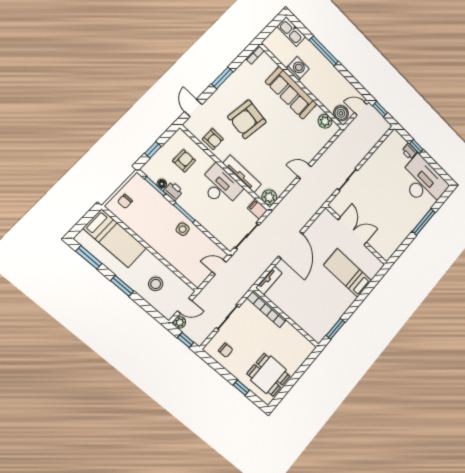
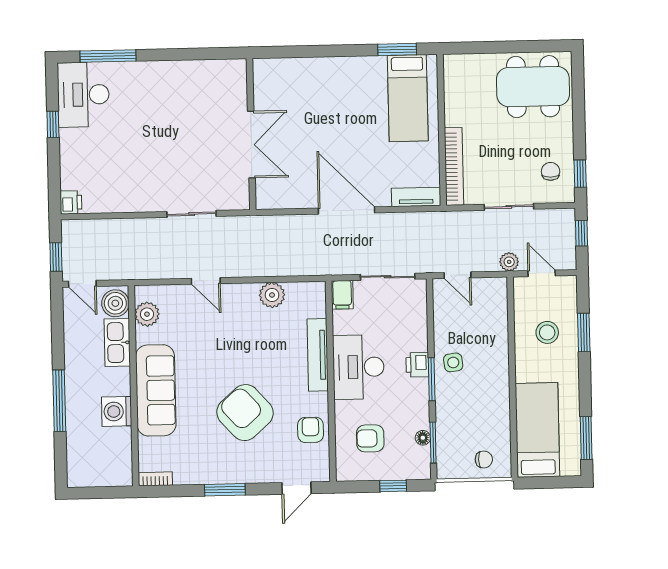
kitchen sink: (291, 32) -> (117, 342), moved, turned 180
armchair: (247, 119) -> (245, 413), turned -140
window: (416, 147) -> (53, 124), moved
printer: (409, 151) -> (71, 202), moved
door: (304, 171) -> (206, 281), moved
desk: (423, 182) -> (83, 95), width x0.73, depth x0.77
printer: (173, 191) -> (417, 365), moved
plant: (269, 197) -> (272, 295), moved
window: (424, 222) -> (108, 56), moved
double door: (352, 231) -> (251, 145), swing flipped
door: (291, 245) -> (347, 210), hinge flipped
bed: (348, 273) -> (408, 98), moved
window: (122, 286) -> (584, 333), moved
plant: (180, 322) -> (509, 262), moved
dining table: (268, 375) -> (533, 87), width x1.38
window: (241, 388) -> (580, 174), moved

